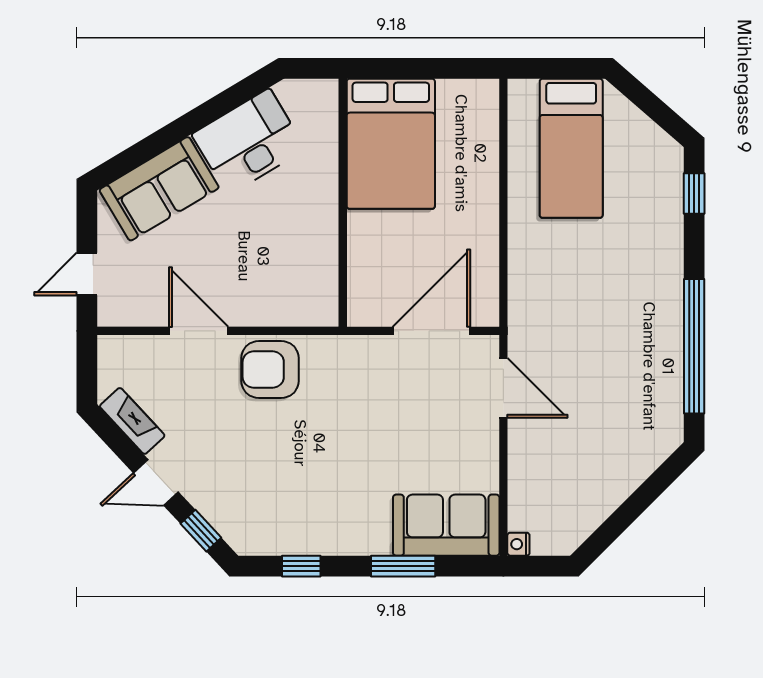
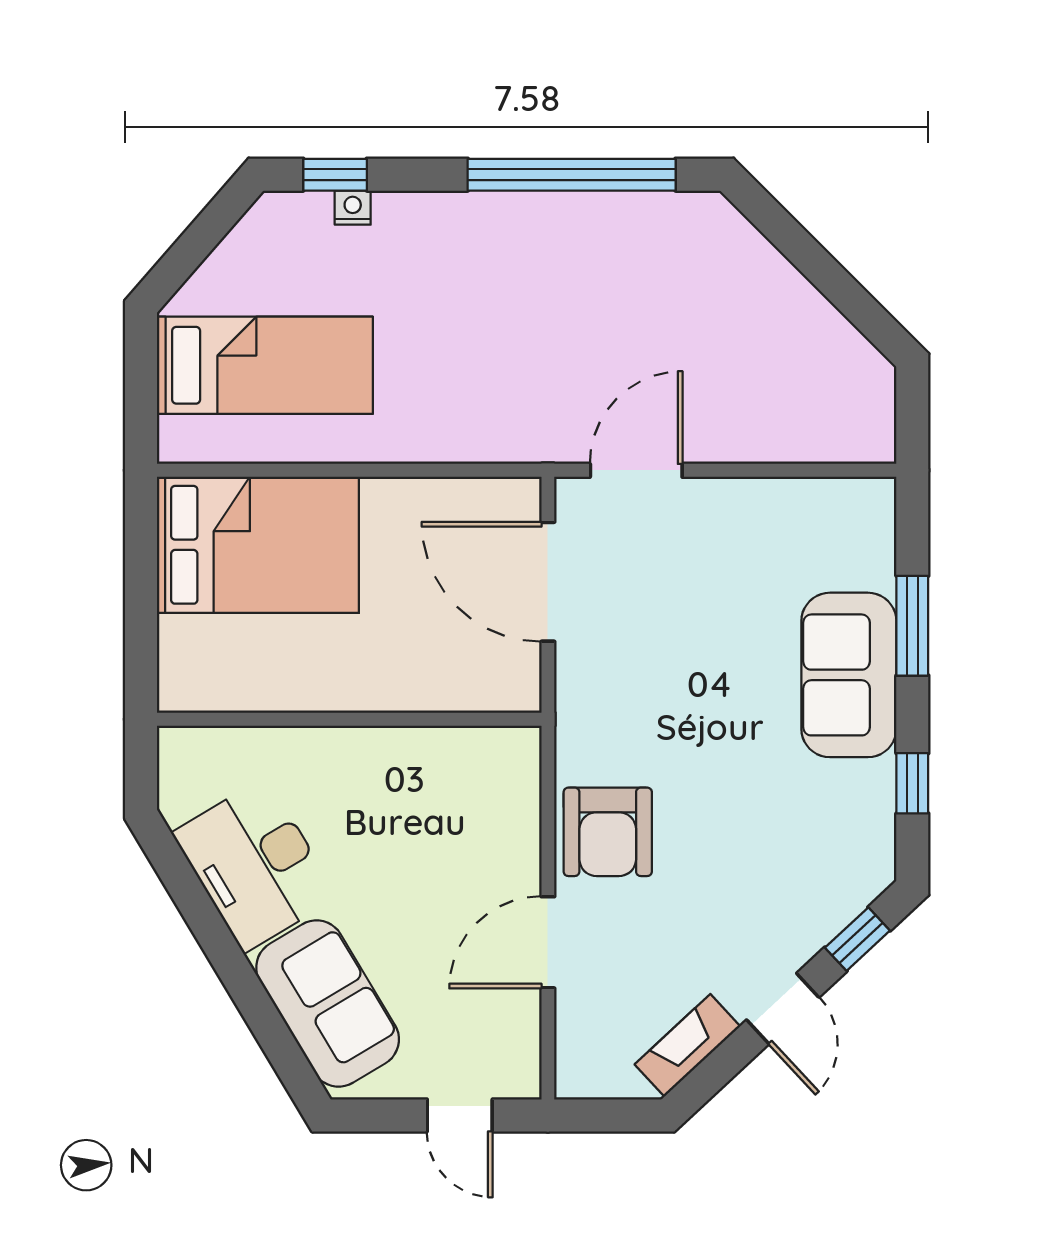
bed: (391, 144) -> (258, 545), moved
sofa: (446, 525) -> (849, 675), moved
nightstand: (518, 544) -> (353, 208), moved, turned 180

